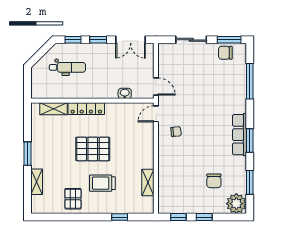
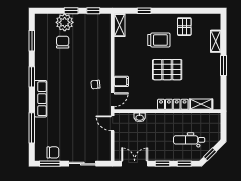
window: (43, 51) -> (210, 154), added
filing cabinet: (146, 135) -> (121, 81), added
row of seats: (240, 135) -> (41, 99), moved
shelving: (148, 182) -> (120, 25), moved
plant: (236, 204) -> (65, 22), moved

